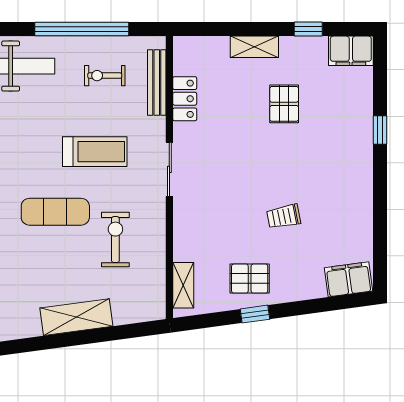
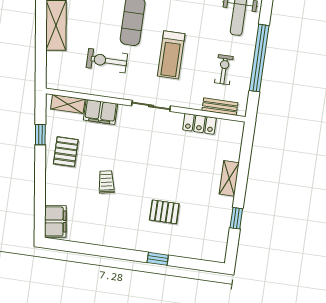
filing cabinet: (351, 51) -> (101, 112), moved, turned -90
bench: (157, 83) -> (220, 107), width x0.73
pallet: (284, 104) -> (164, 212), moved
exercise bike: (115, 240) -> (107, 61), turned 180
window: (255, 314) -> (40, 135), moved

